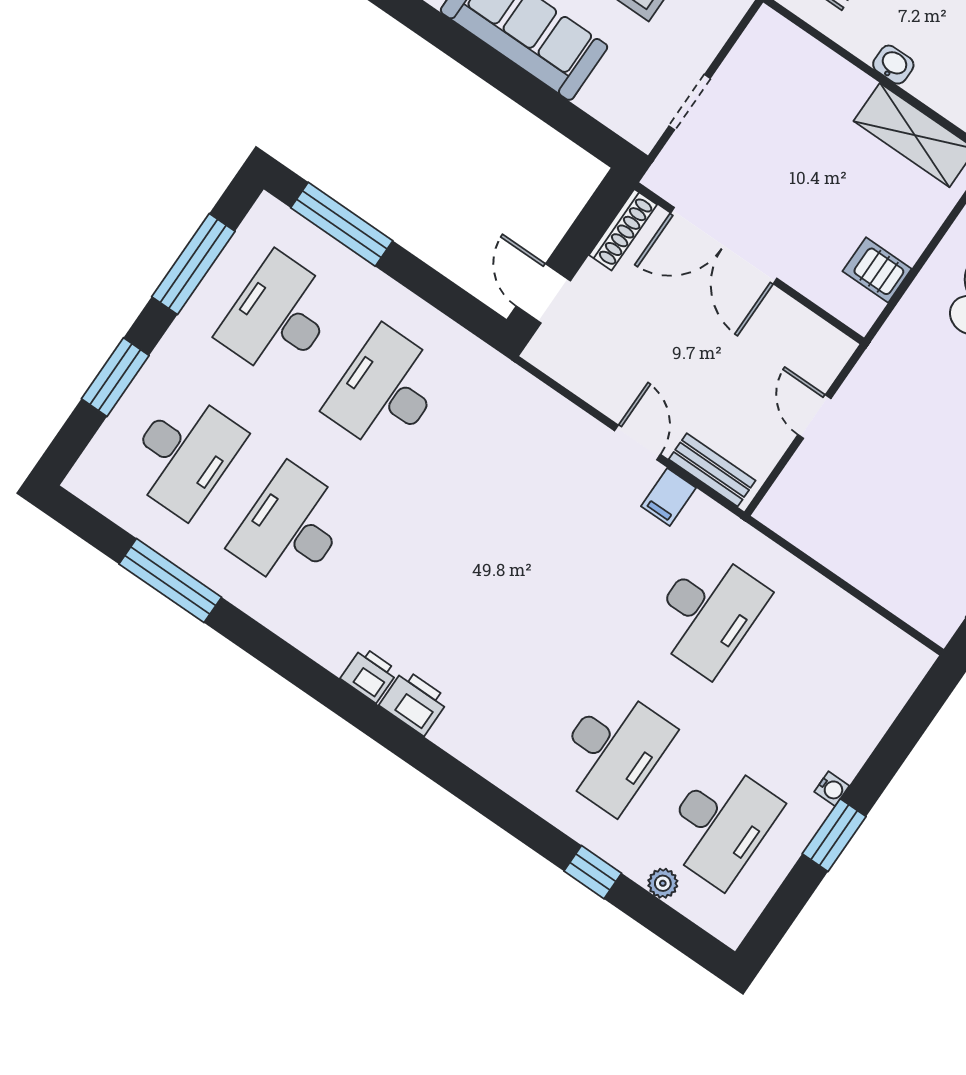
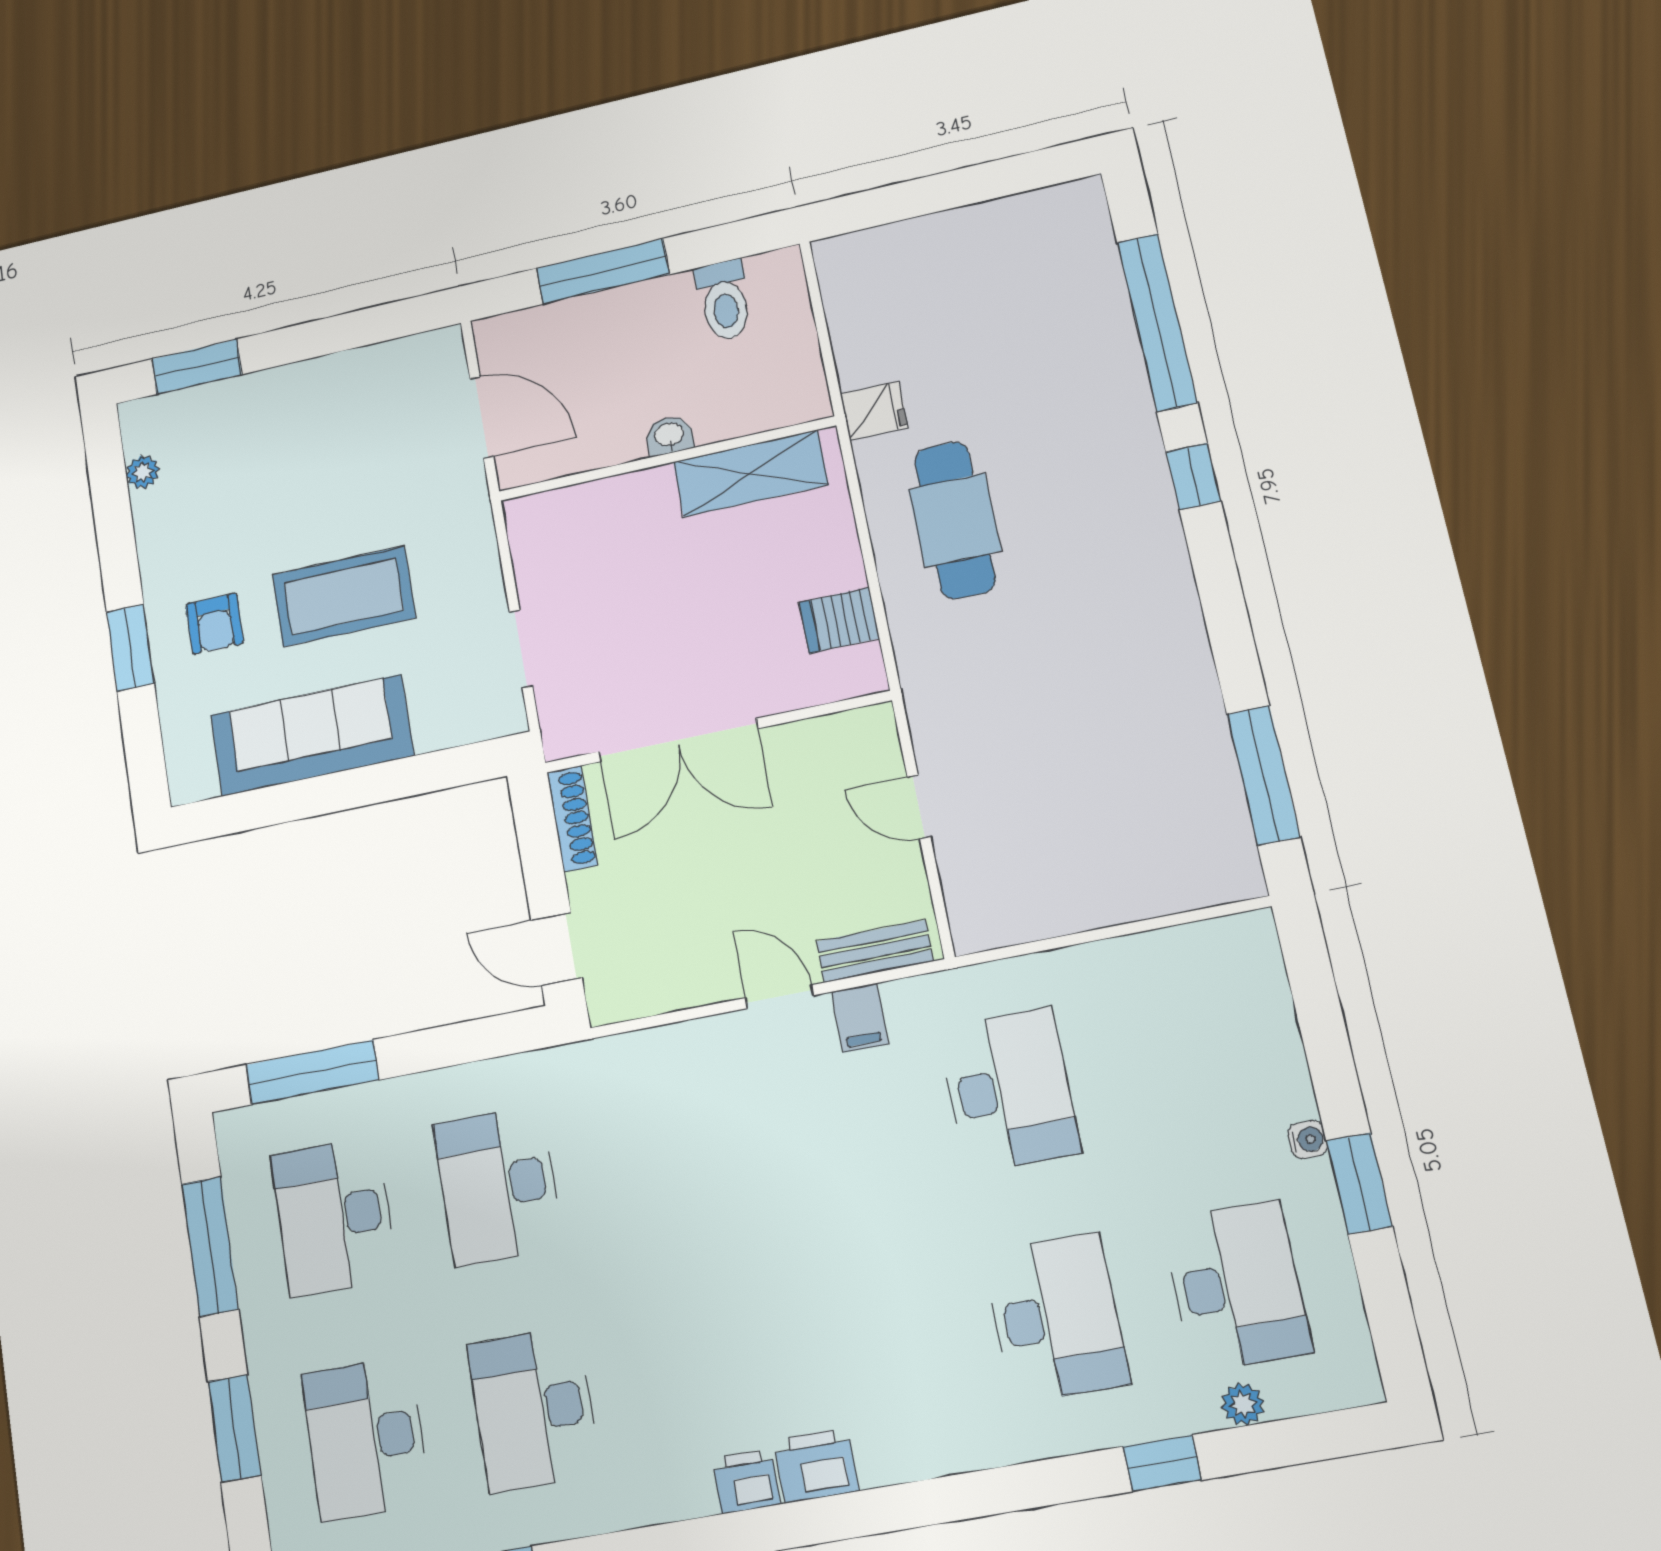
desk: (184, 454) -> (366, 1439), turned 180

